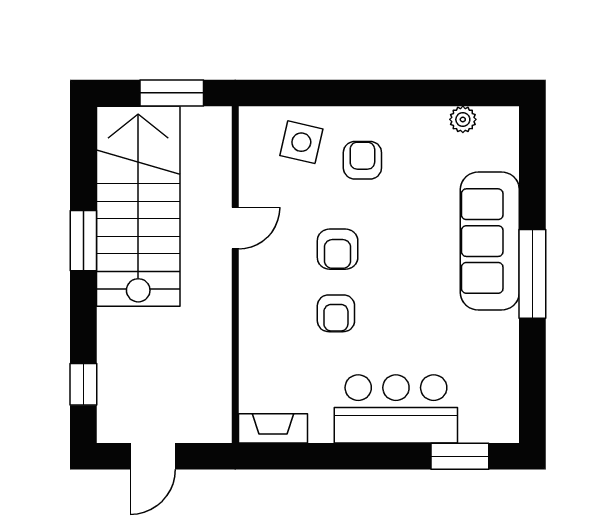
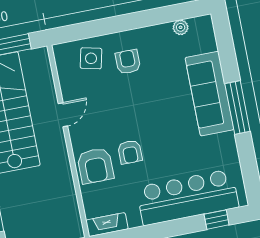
armchair: (338, 249) -> (95, 166), moved, width x1.38, depth x1.38
bar counter: (396, 409) -> (188, 197), width x1.36
window: (460, 456) -> (217, 220), width x0.67

